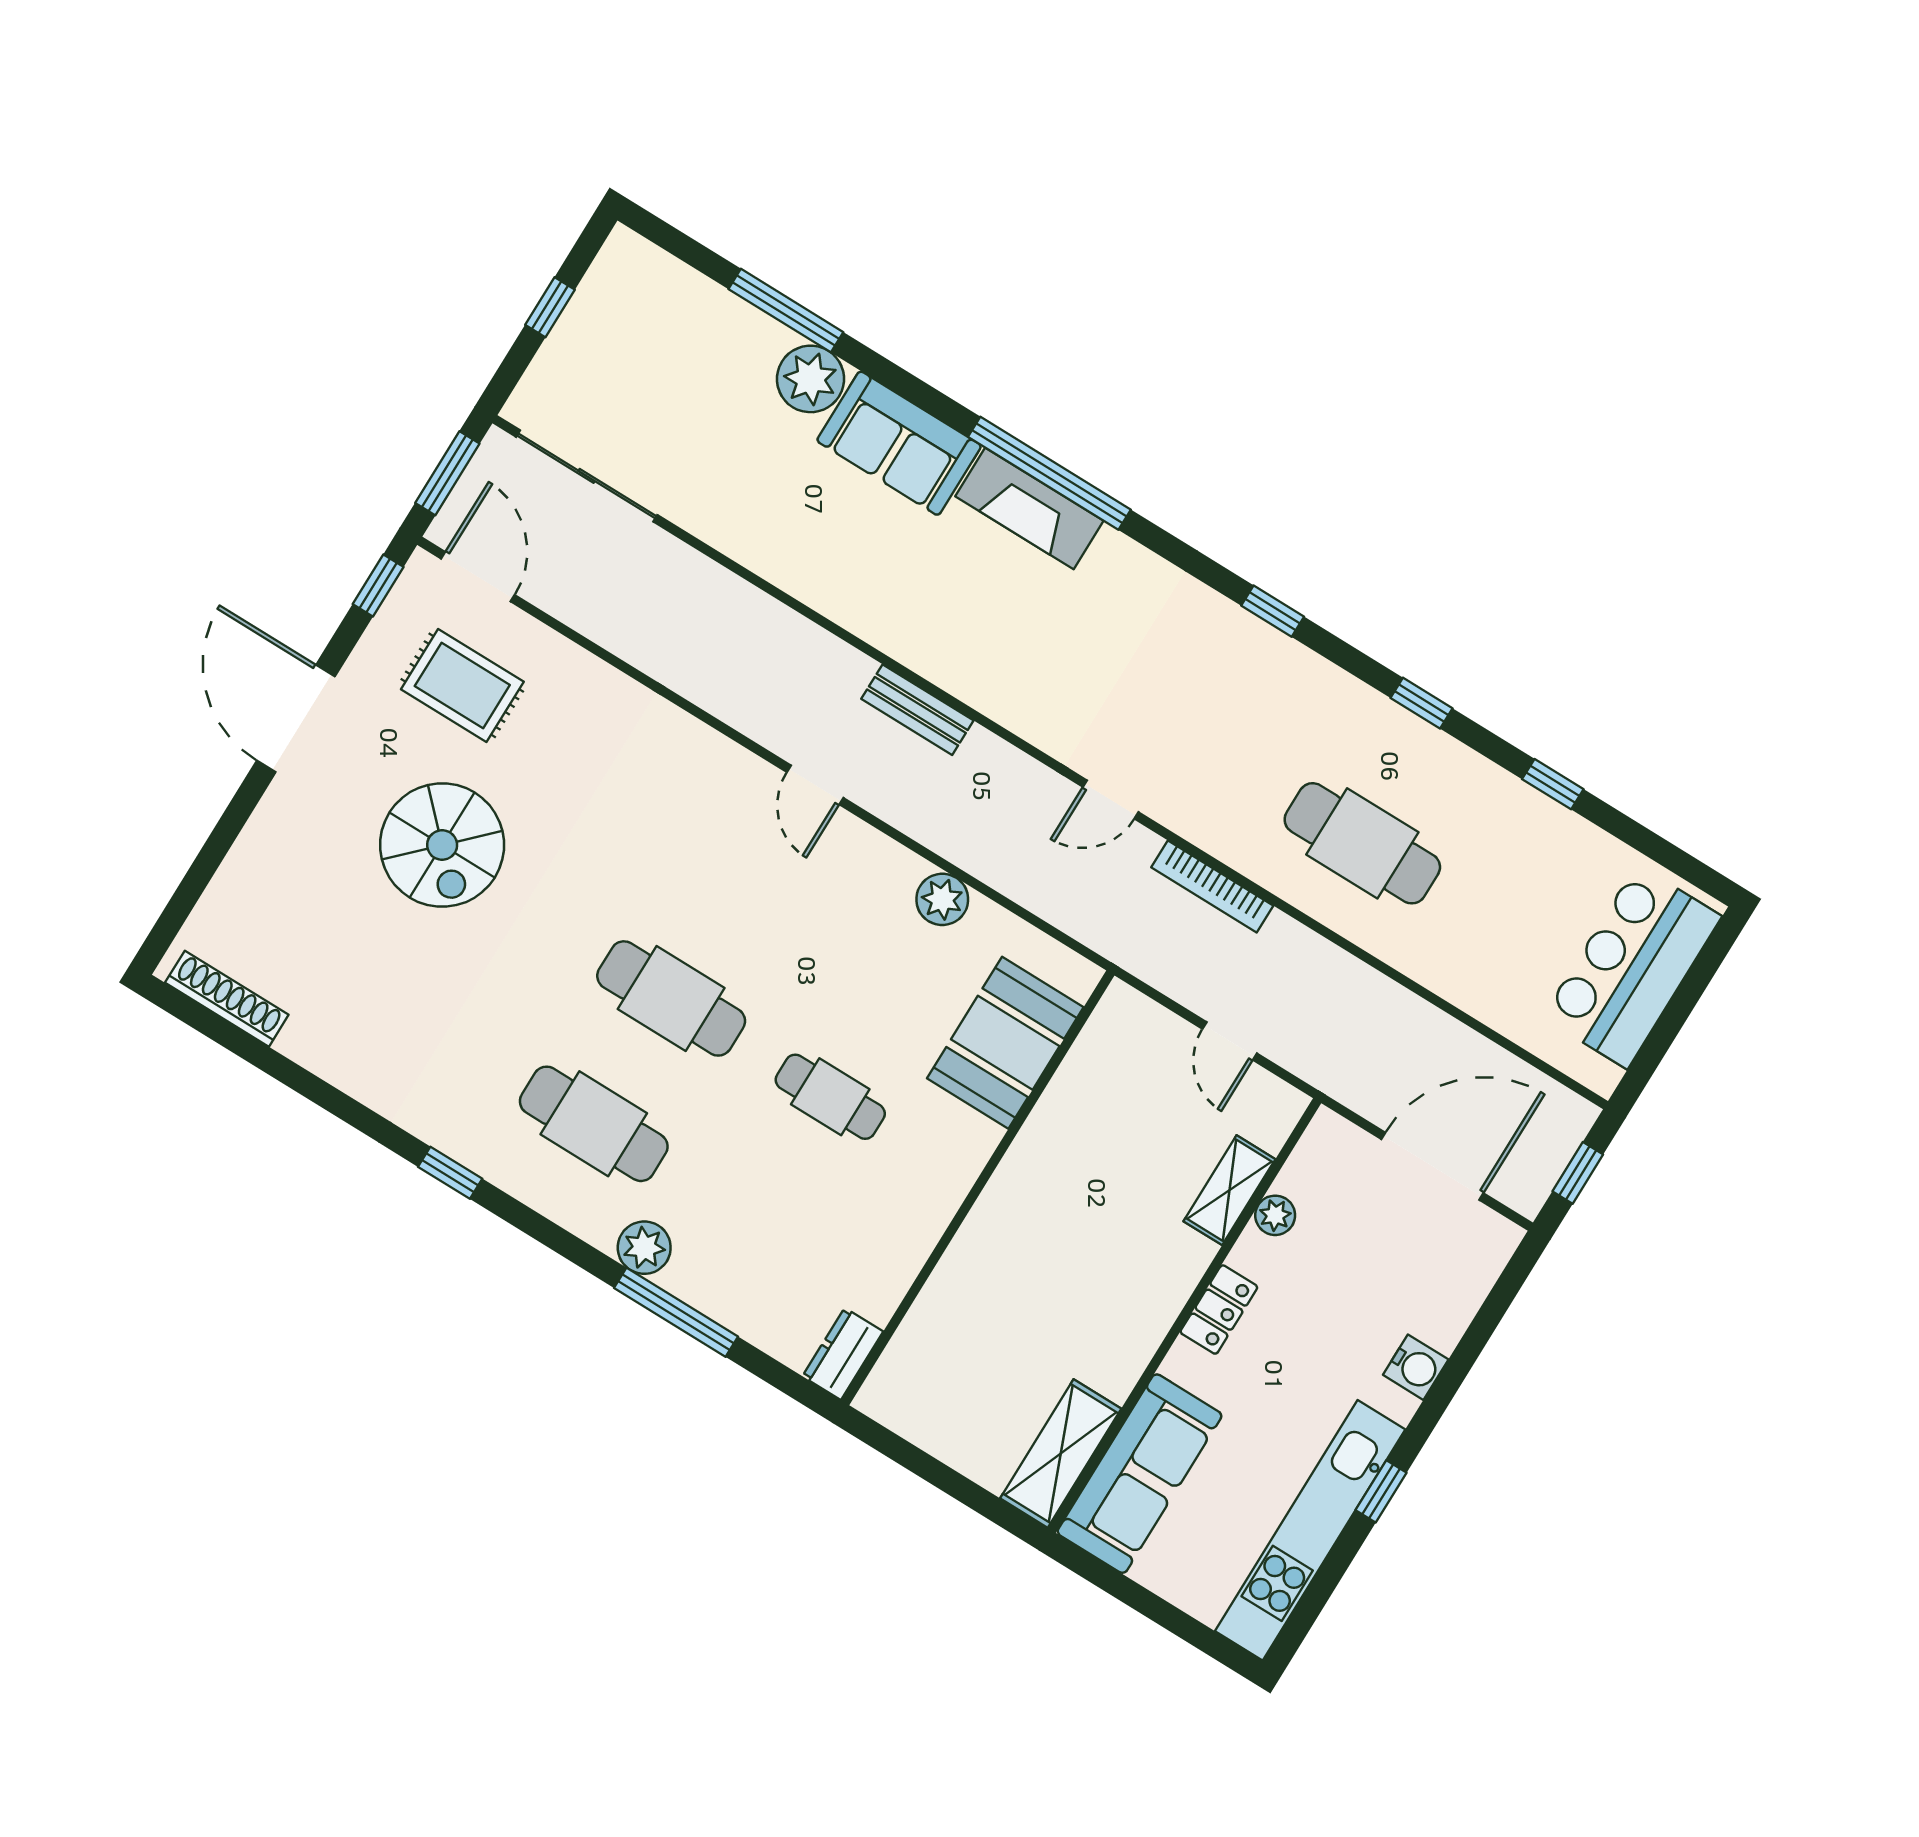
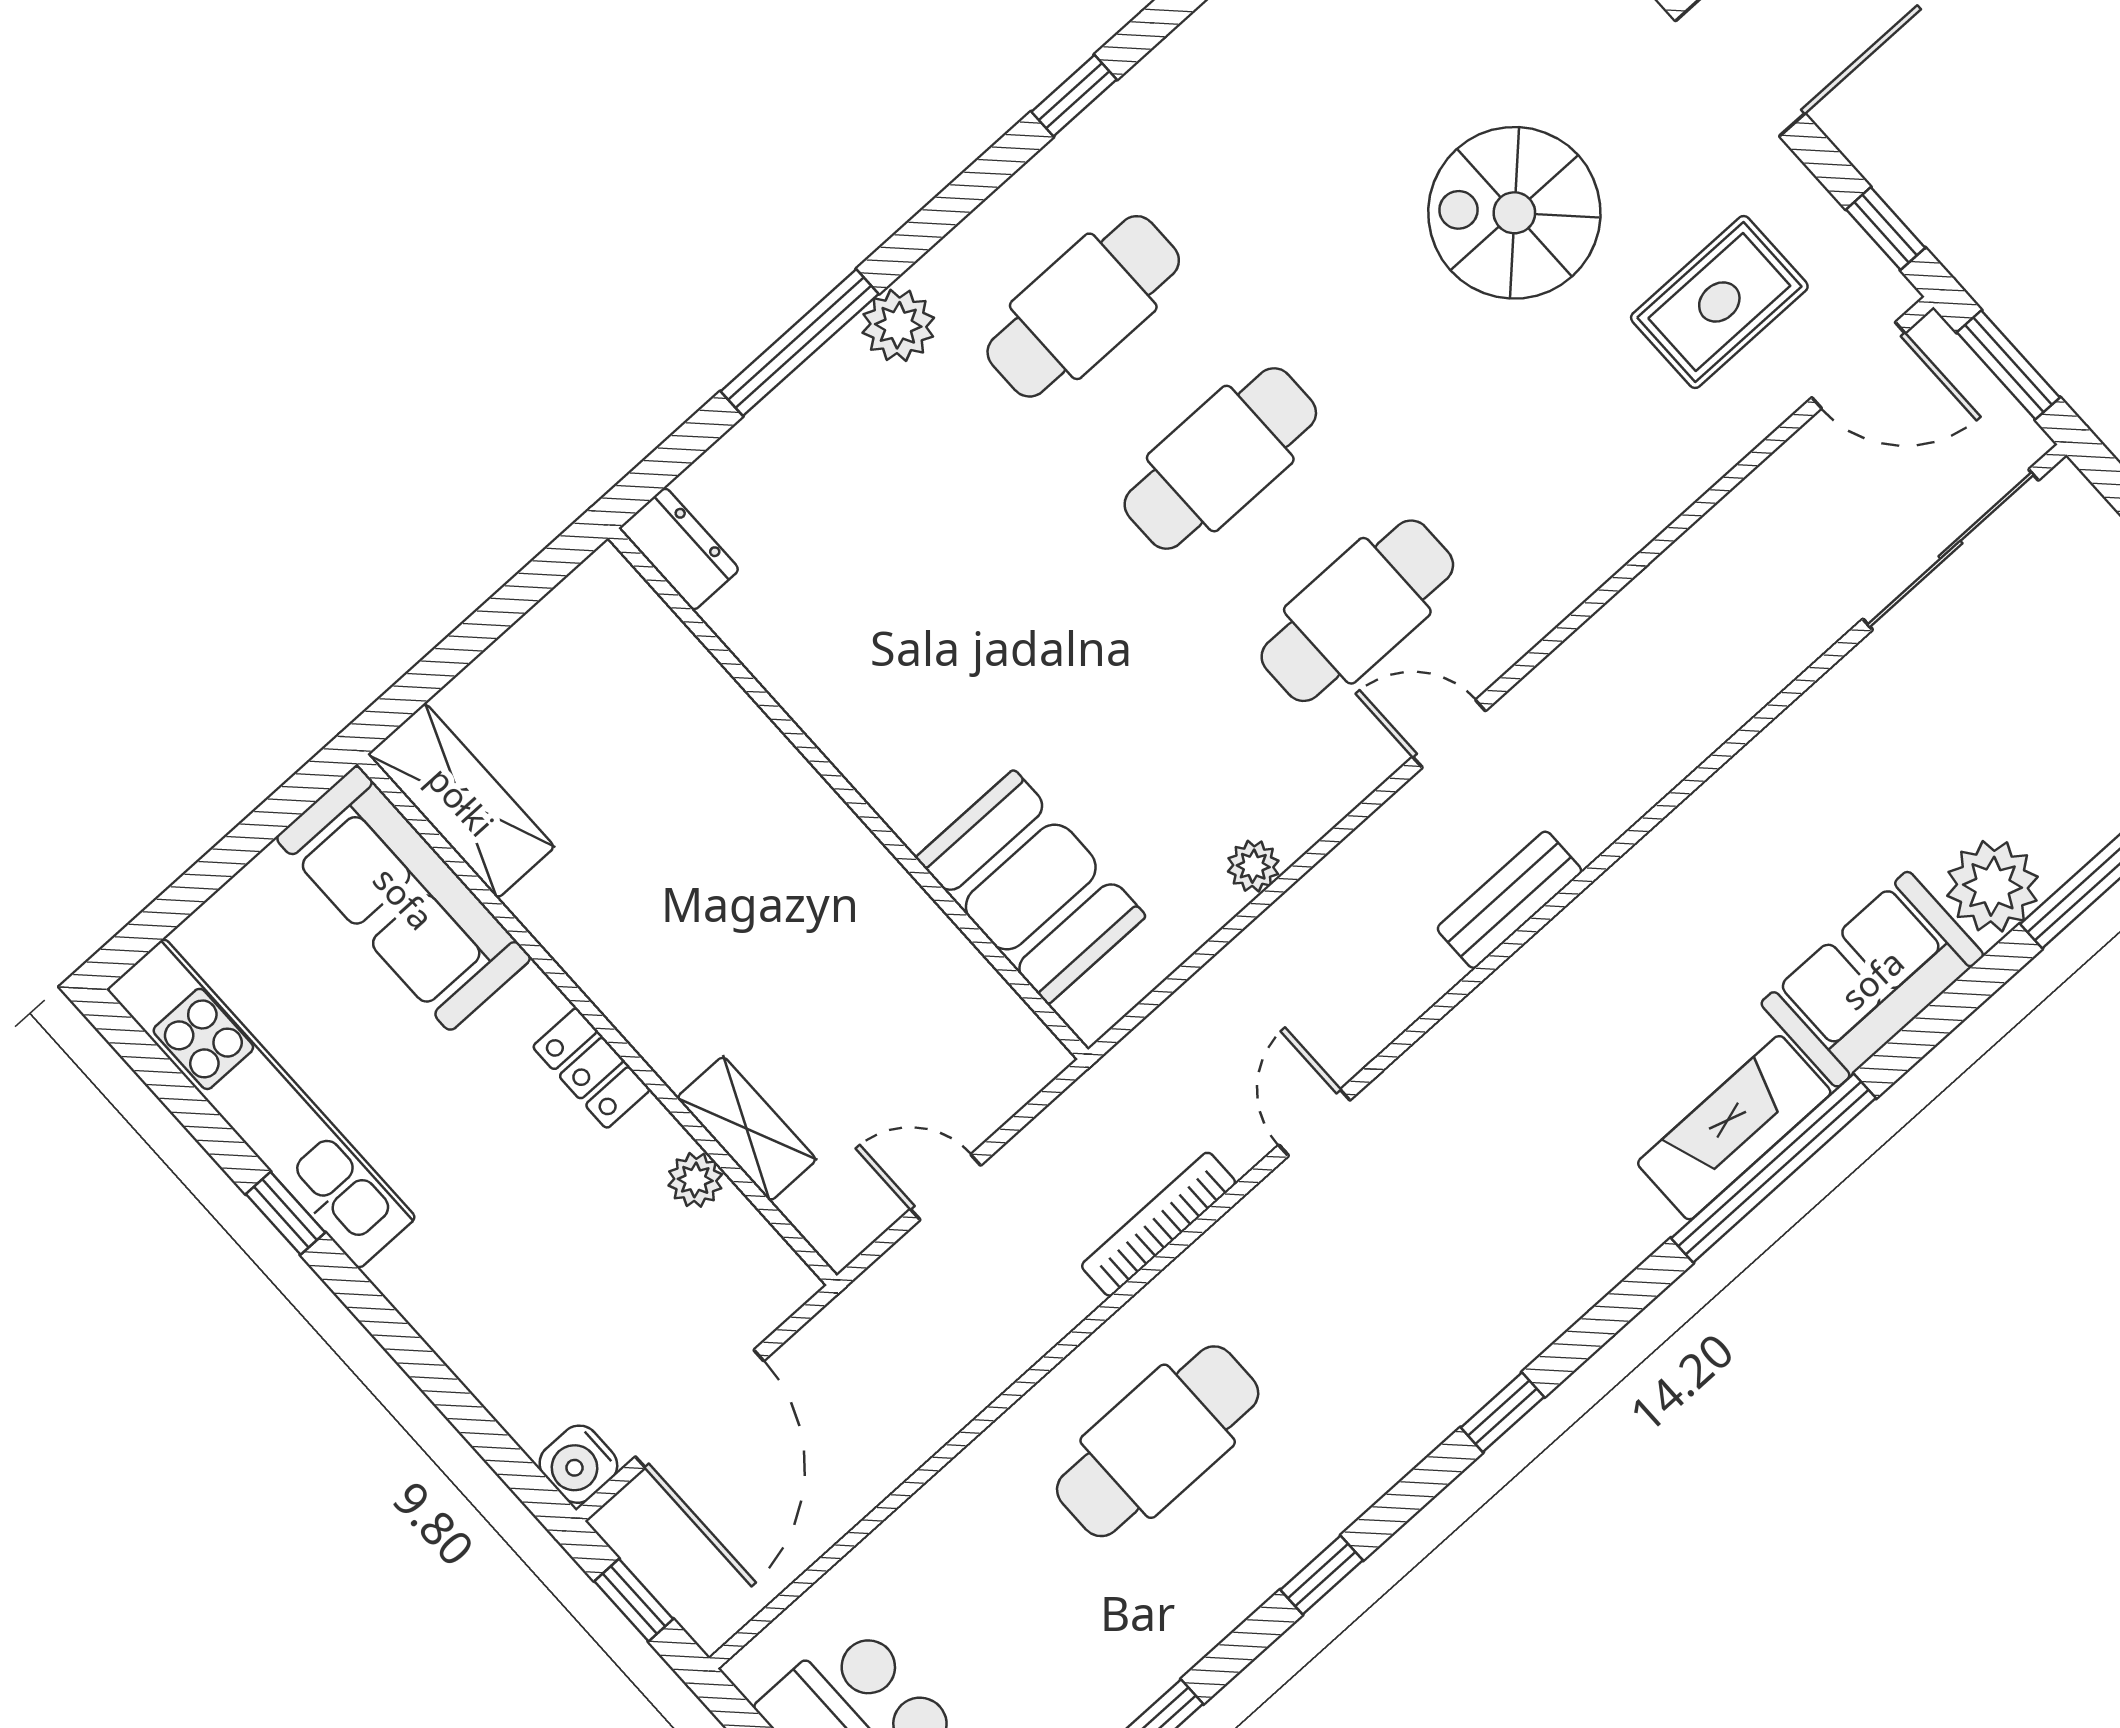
plant: (942, 899) -> (1253, 866), width x0.73, depth x0.73
cafe table: (830, 1097) -> (1357, 611), moved, width x1.37, depth x1.35
water cooler: (1416, 1367) -> (578, 1464), moved

